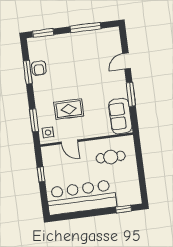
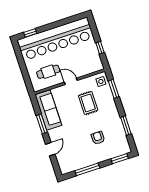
armchair: (39, 68) -> (98, 138), moved
rug: (69, 109) -> (88, 103), turned 90
sofa: (120, 116) -> (48, 110), width x1.36
door: (69, 142) -> (71, 81), moved
bar counter: (81, 197) -> (56, 39), width x1.36

